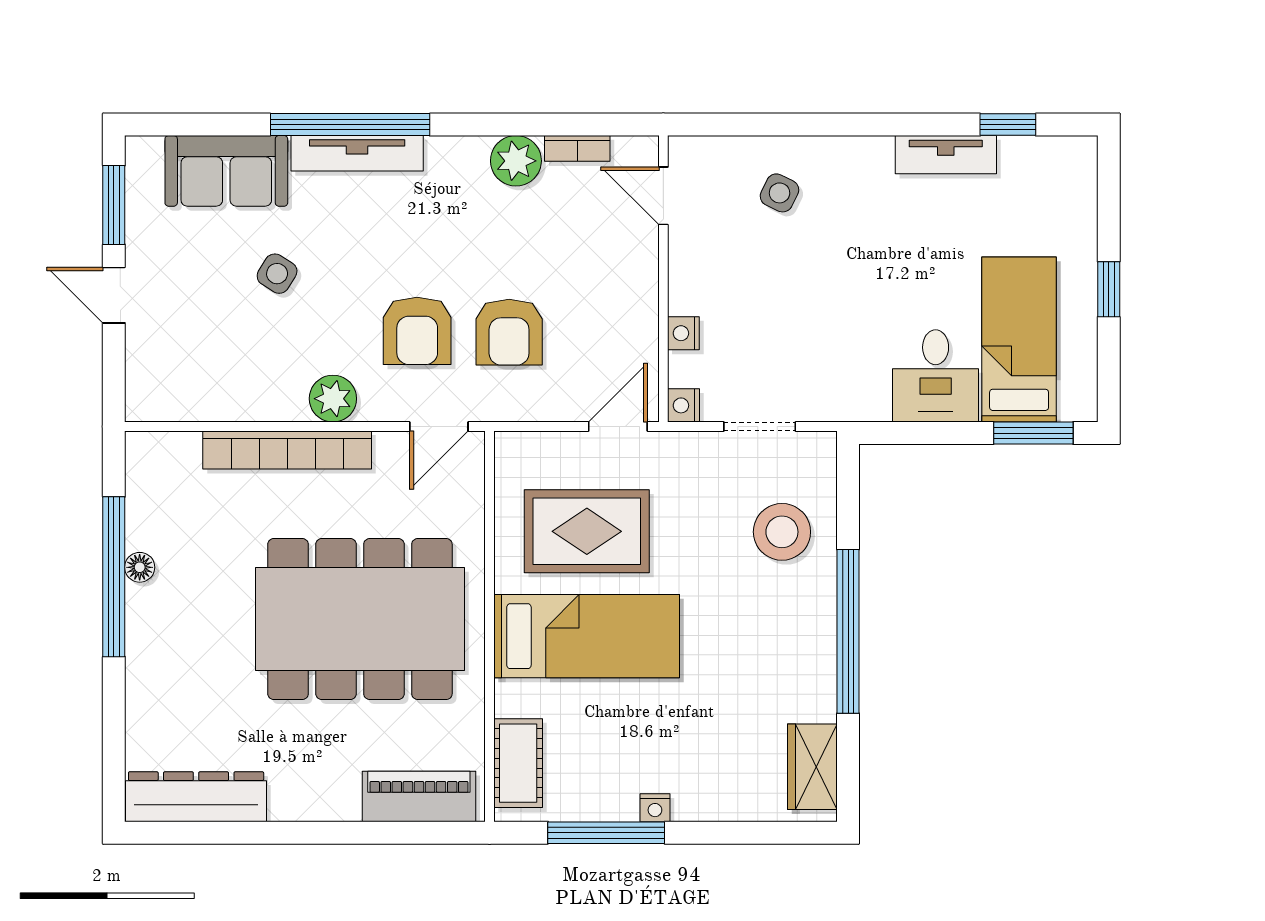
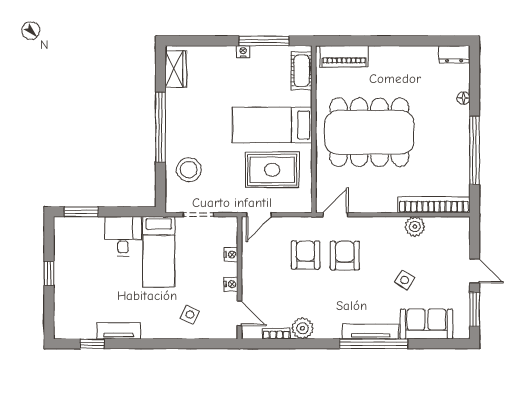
bed: (1019, 340) -> (159, 252), moved
plant: (333, 399) -> (415, 227), moved
nightstand: (683, 405) -> (231, 284), moved
bookcase: (287, 450) -> (434, 205), moved
floor lamp: (140, 567) -> (463, 98), moved
dresser: (196, 797) -> (454, 54), width x0.51, depth x0.80

